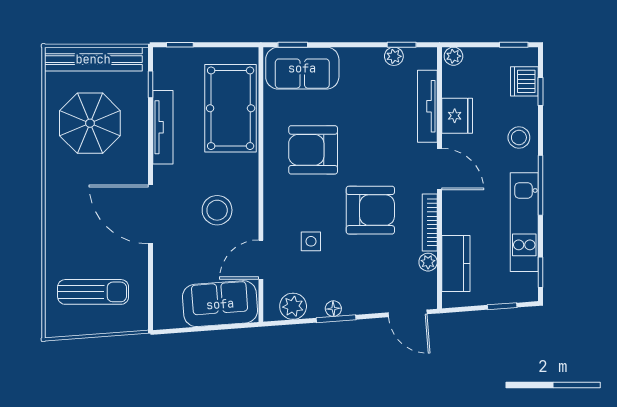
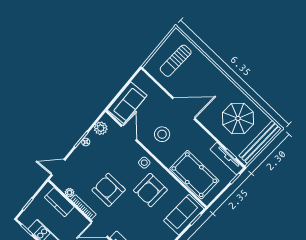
tv unit: (163, 127) -> (227, 159), moved
armchair: (313, 150) -> (150, 190), turned 180
armchair: (370, 210) -> (109, 190), turned 90
side table: (311, 241) -> (144, 163), moved

